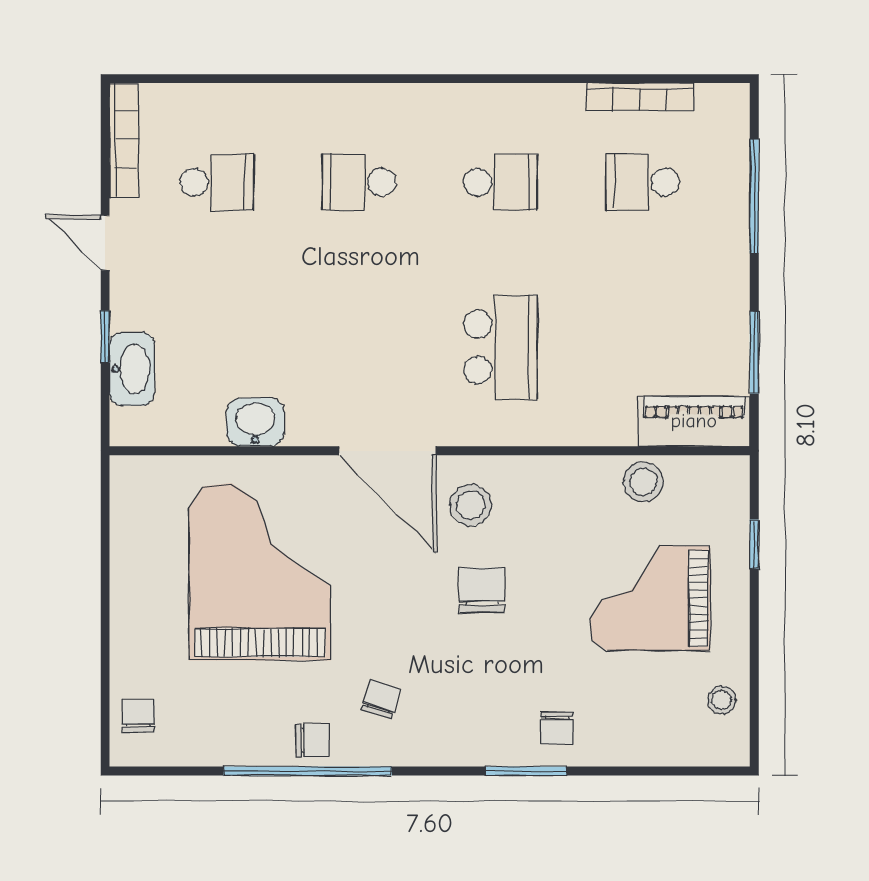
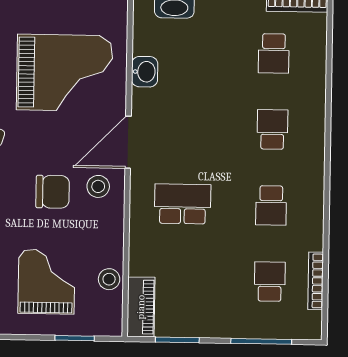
school desk: (501, 347) -> (183, 204), turned 180
window: (754, 544) -> (75, 338), width x1.50
chair: (482, 590) -> (53, 192), width x1.37, depth x1.37

